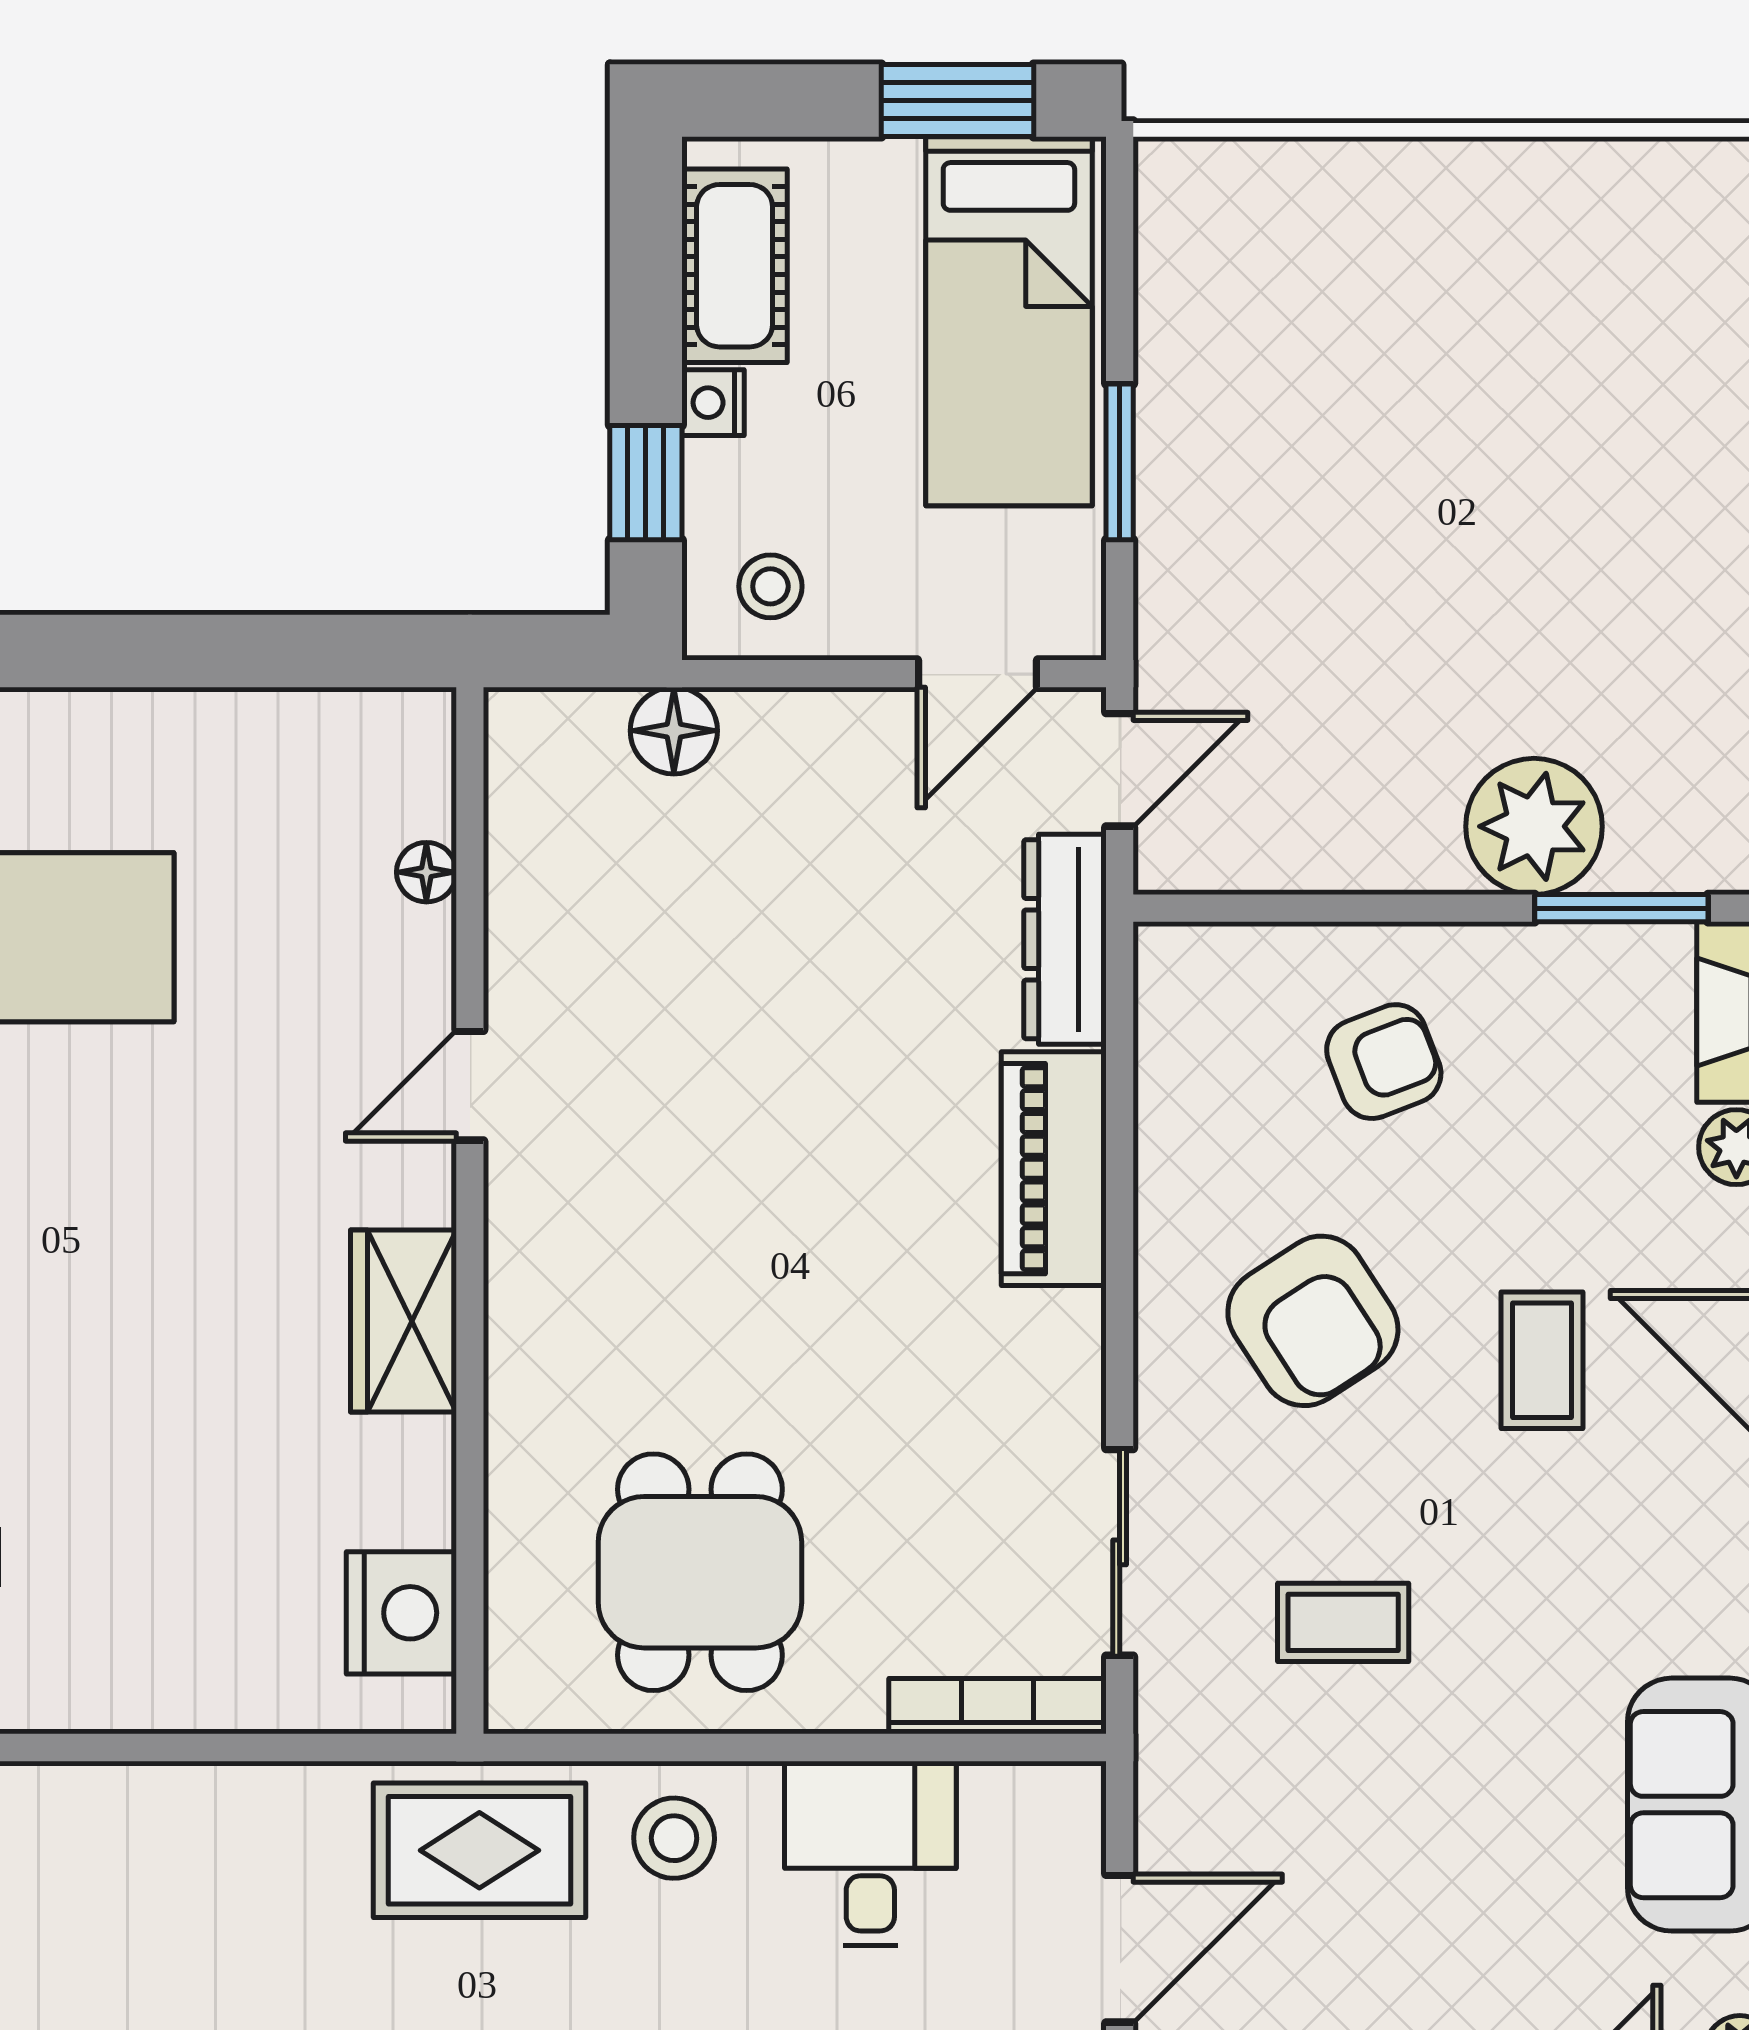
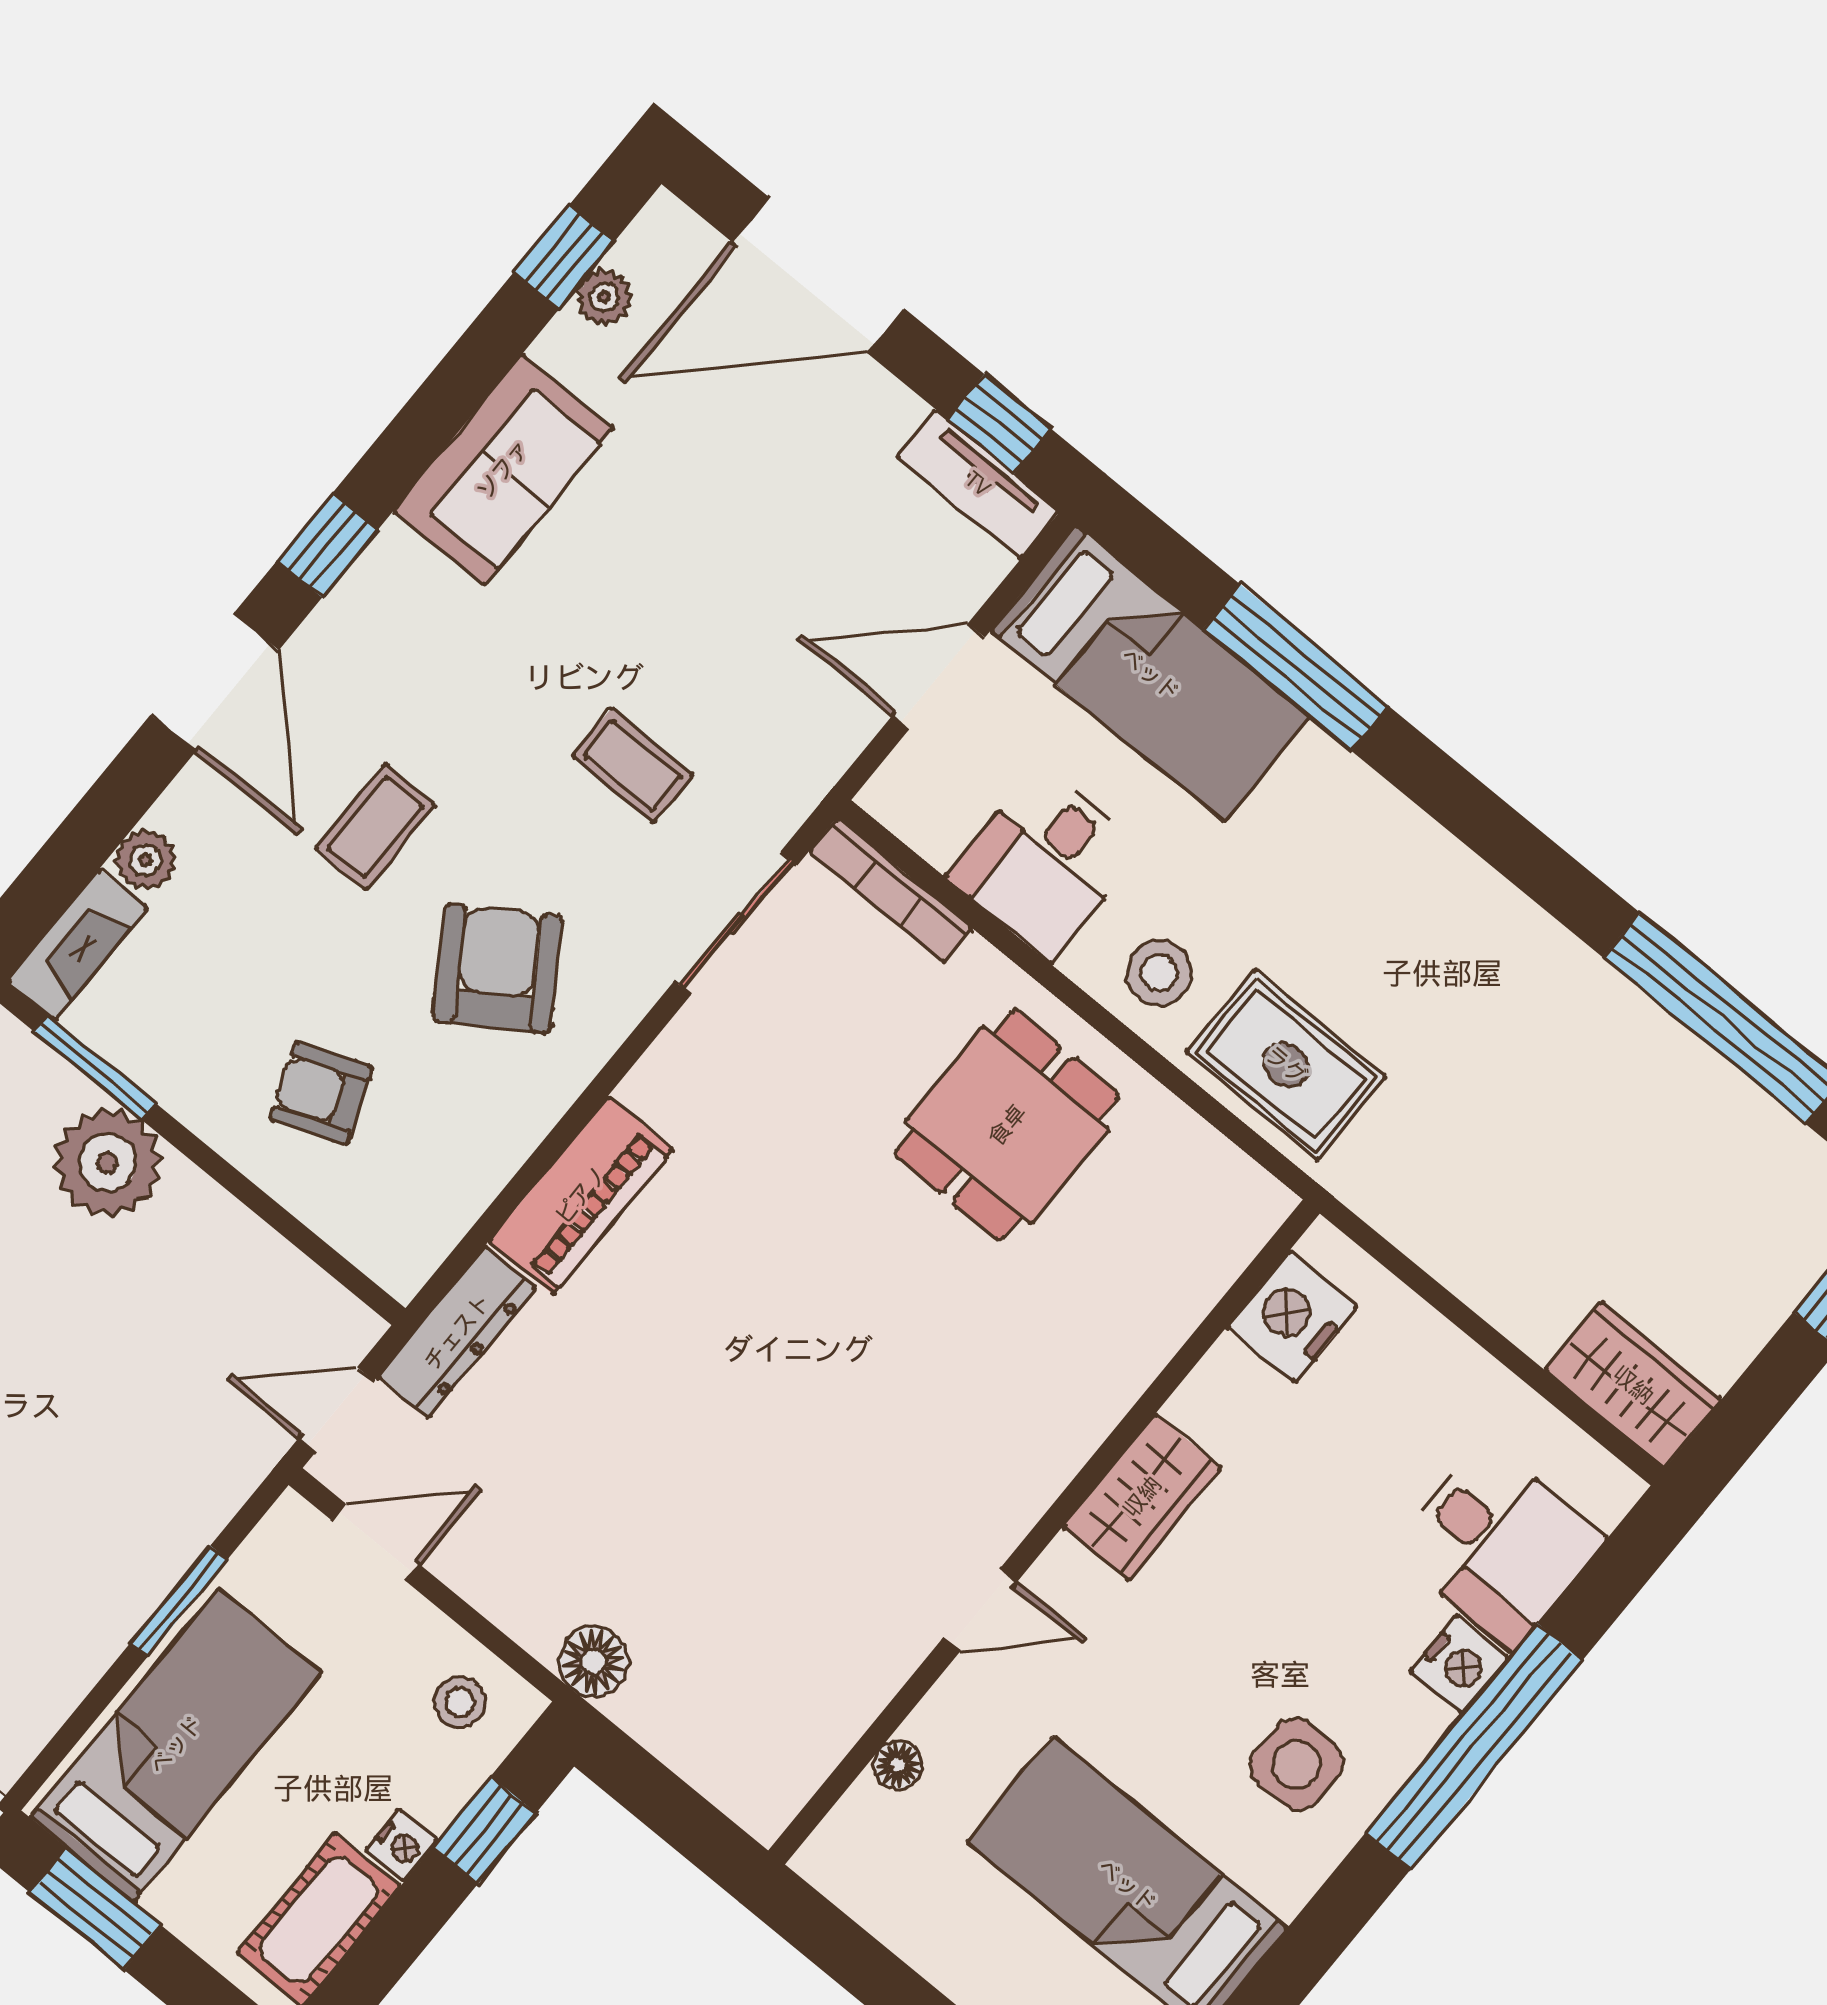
floor lamp: (426, 872) -> (898, 1765), moved
door: (470, 1086) -> (980, 1610), moved
wall: (470, 1211) -> (1044, 1532), moved
wardrobe: (403, 1321) -> (1142, 1497), moved
nightstand: (401, 1613) -> (1292, 1317), moved

